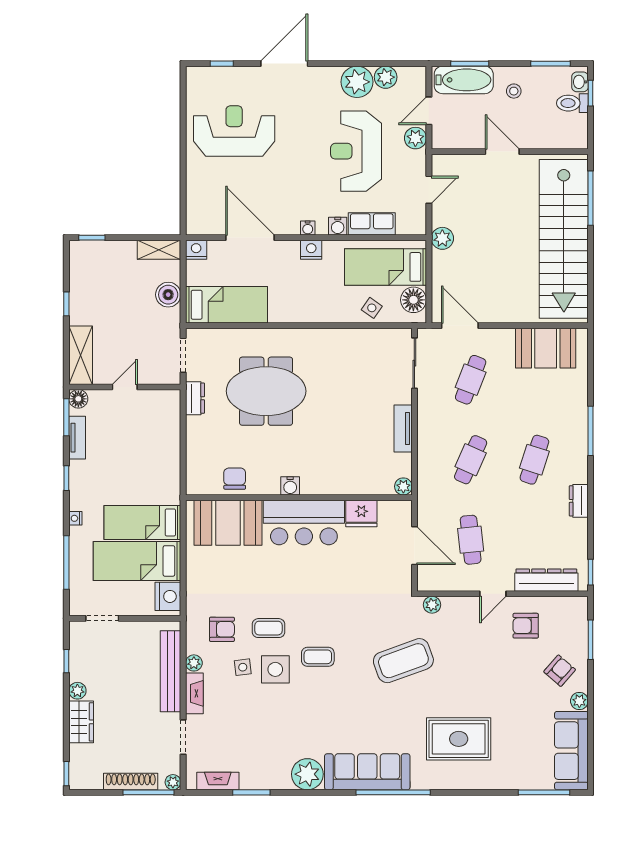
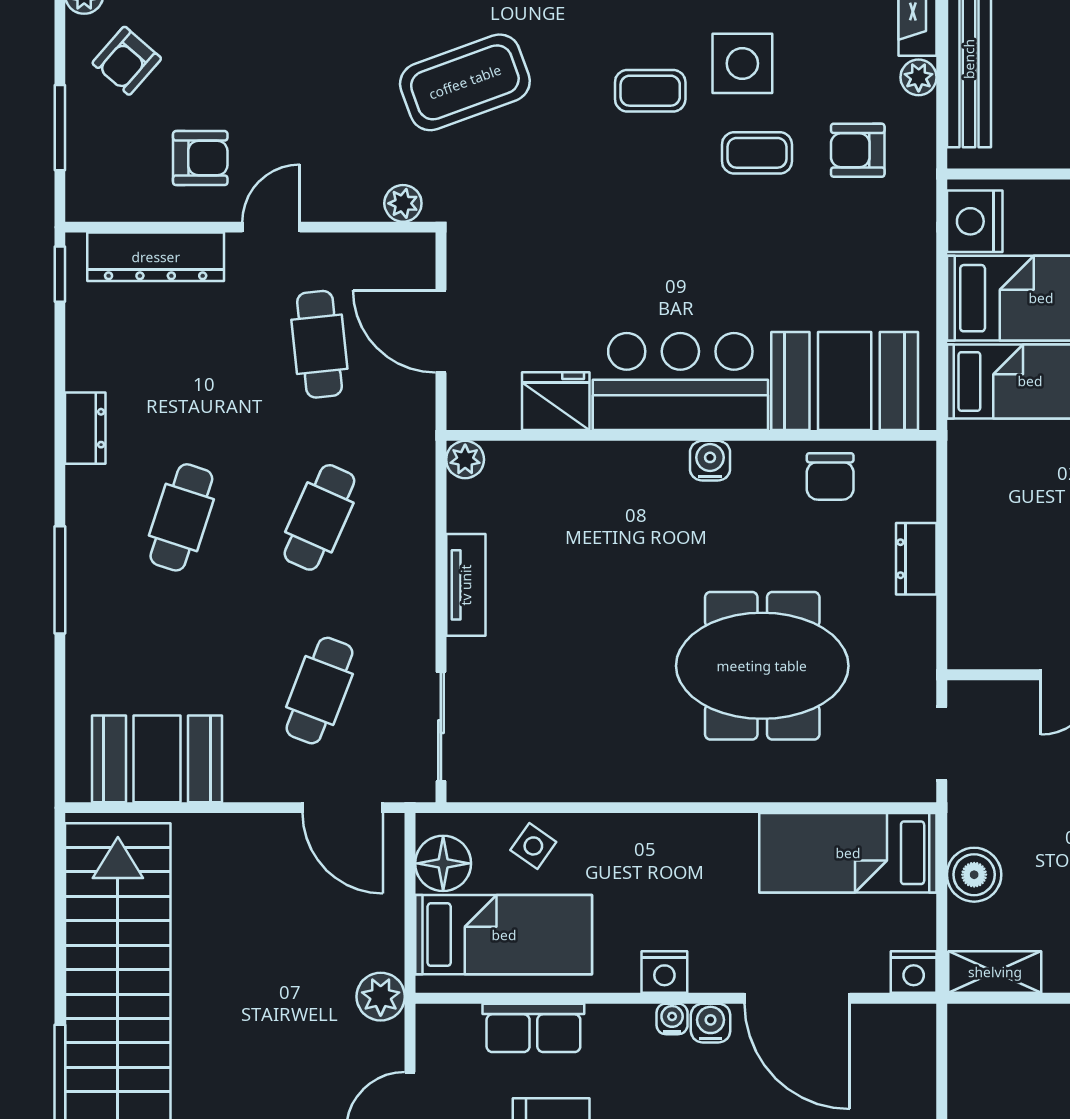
water cooler: (338, 226) -> (711, 1023), moved
dresser: (195, 398) -> (916, 559), moved
side table: (243, 667) -> (813, 68), removed

